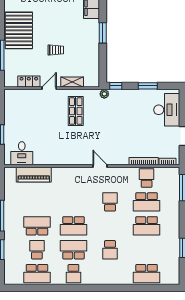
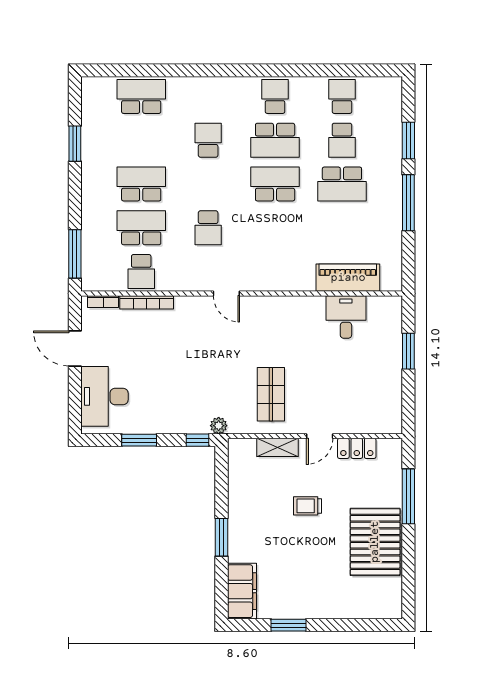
desk: (22, 153) -> (346, 317), moved
school desk: (37, 274) -> (342, 96), width x0.54

